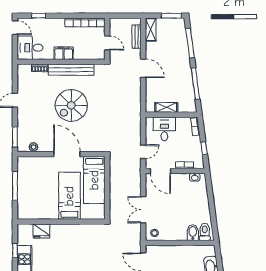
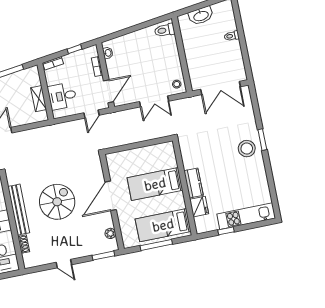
spiral stairs: (71, 105) -> (57, 202), turned -90
door: (143, 152) -> (91, 114), swing flipped
bed: (94, 180) -> (163, 225), moved, turned 180
kitchen counter: (63, 230) -> (194, 183), added
bidet: (193, 233) -> (168, 43), removed

